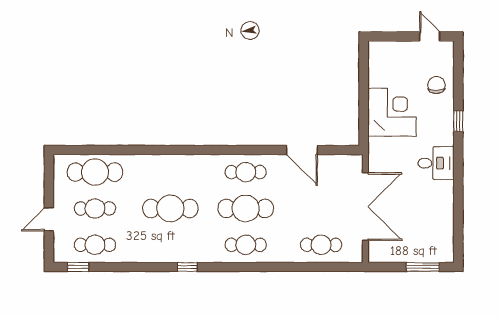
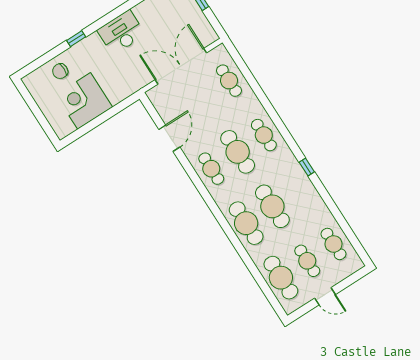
door: (430, 36) -> (28, 98), removed
corner desk: (392, 112) -> (84, 101), moved
desk: (436, 163) -> (121, 32), width x1.37
cafe table: (170, 172) -> (246, 223), added
door: (49, 219) -> (325, 296), moved
window: (78, 267) -> (357, 246), removed

